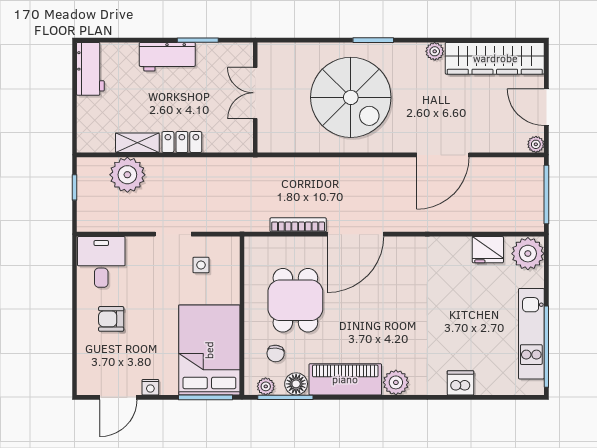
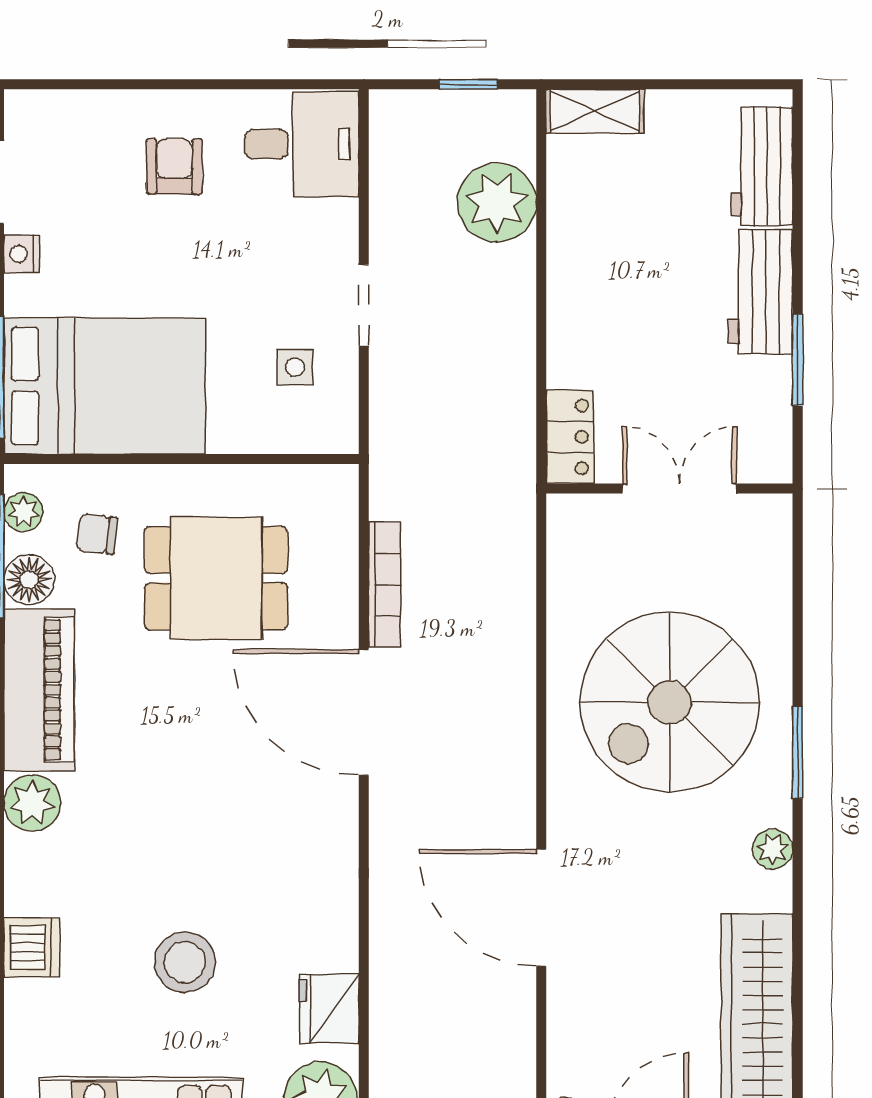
plant: (435, 51) -> (773, 849), moved
workbench: (90, 69) -> (762, 166), moved, turned 90
locker: (182, 142) -> (570, 437), moved
shelving: (137, 143) -> (595, 111), moved, turned 90
stool: (467, 314) -> (185, 962), added

